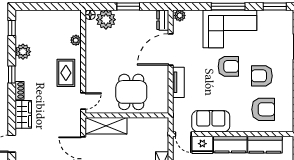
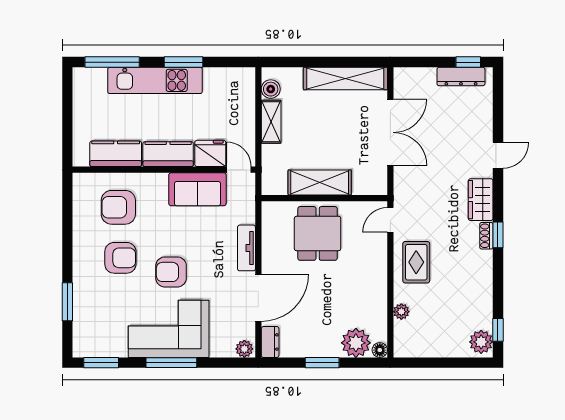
plant: (23, 52) -> (481, 342), moved
window: (12, 75) -> (498, 235), moved
shelving: (106, 126) -> (320, 182), moved

